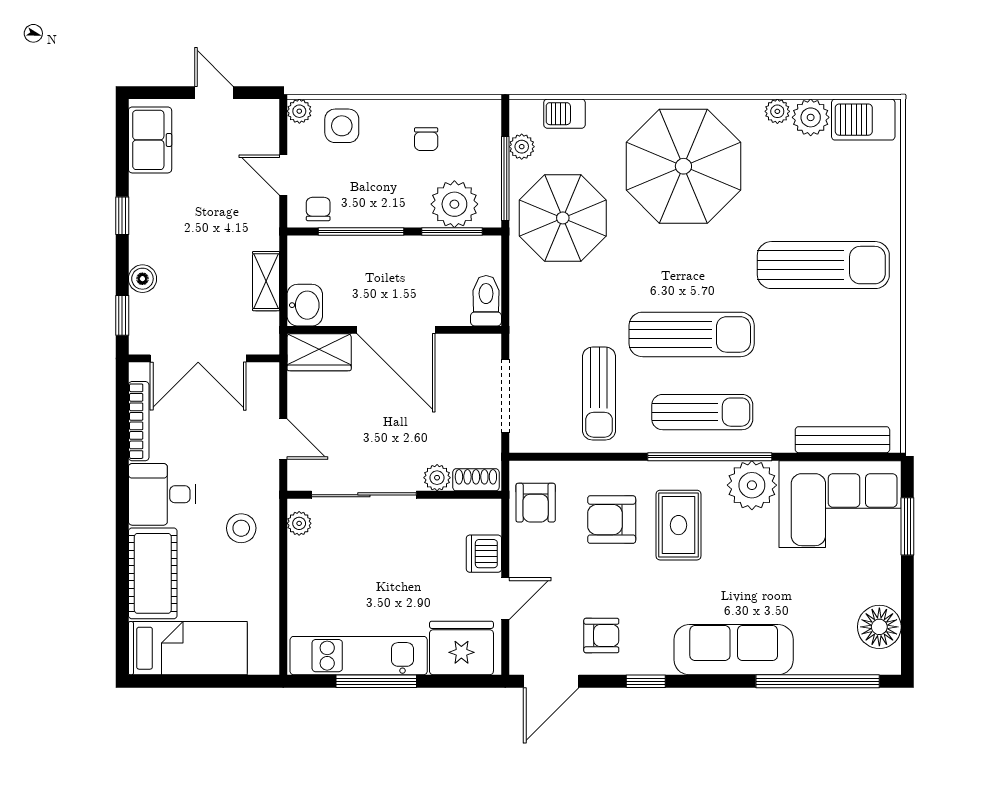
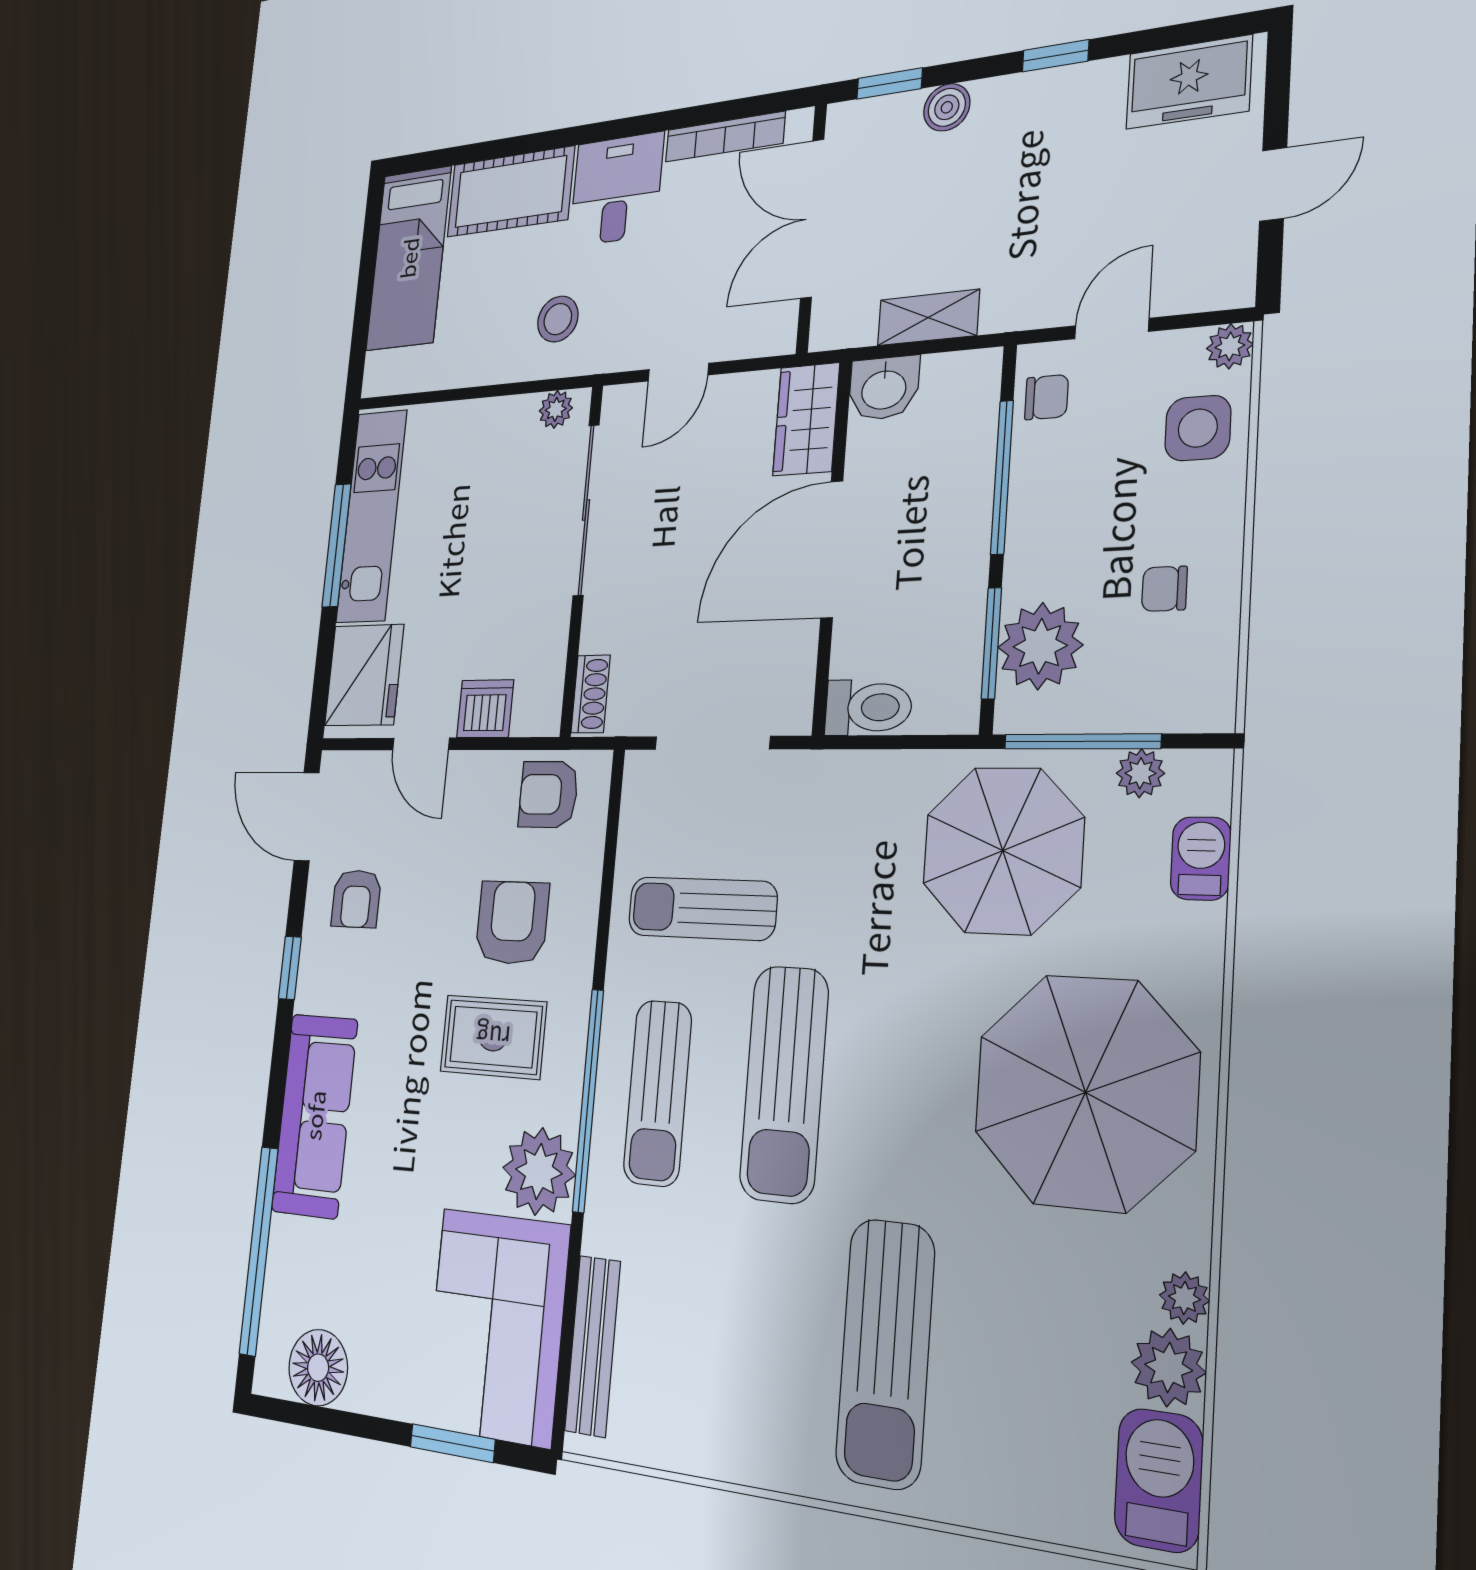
plant: (437, 478) -> (600, 629), removed

